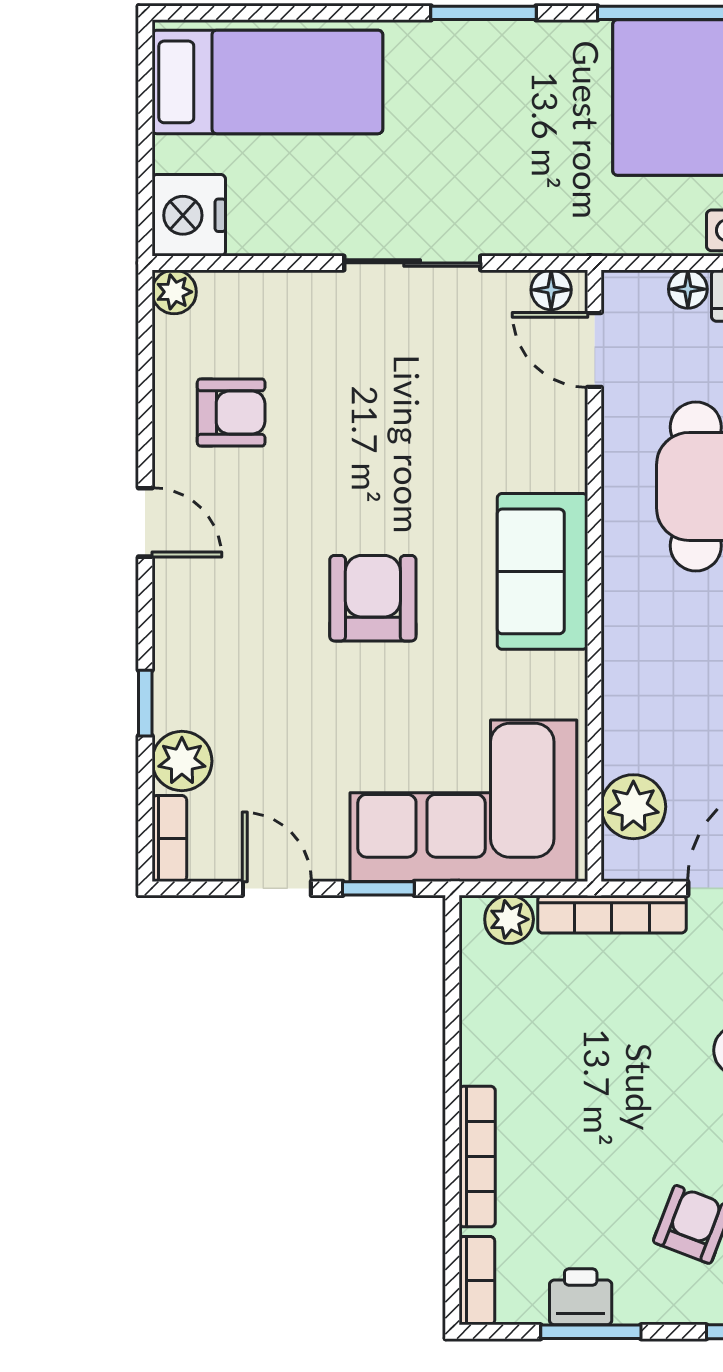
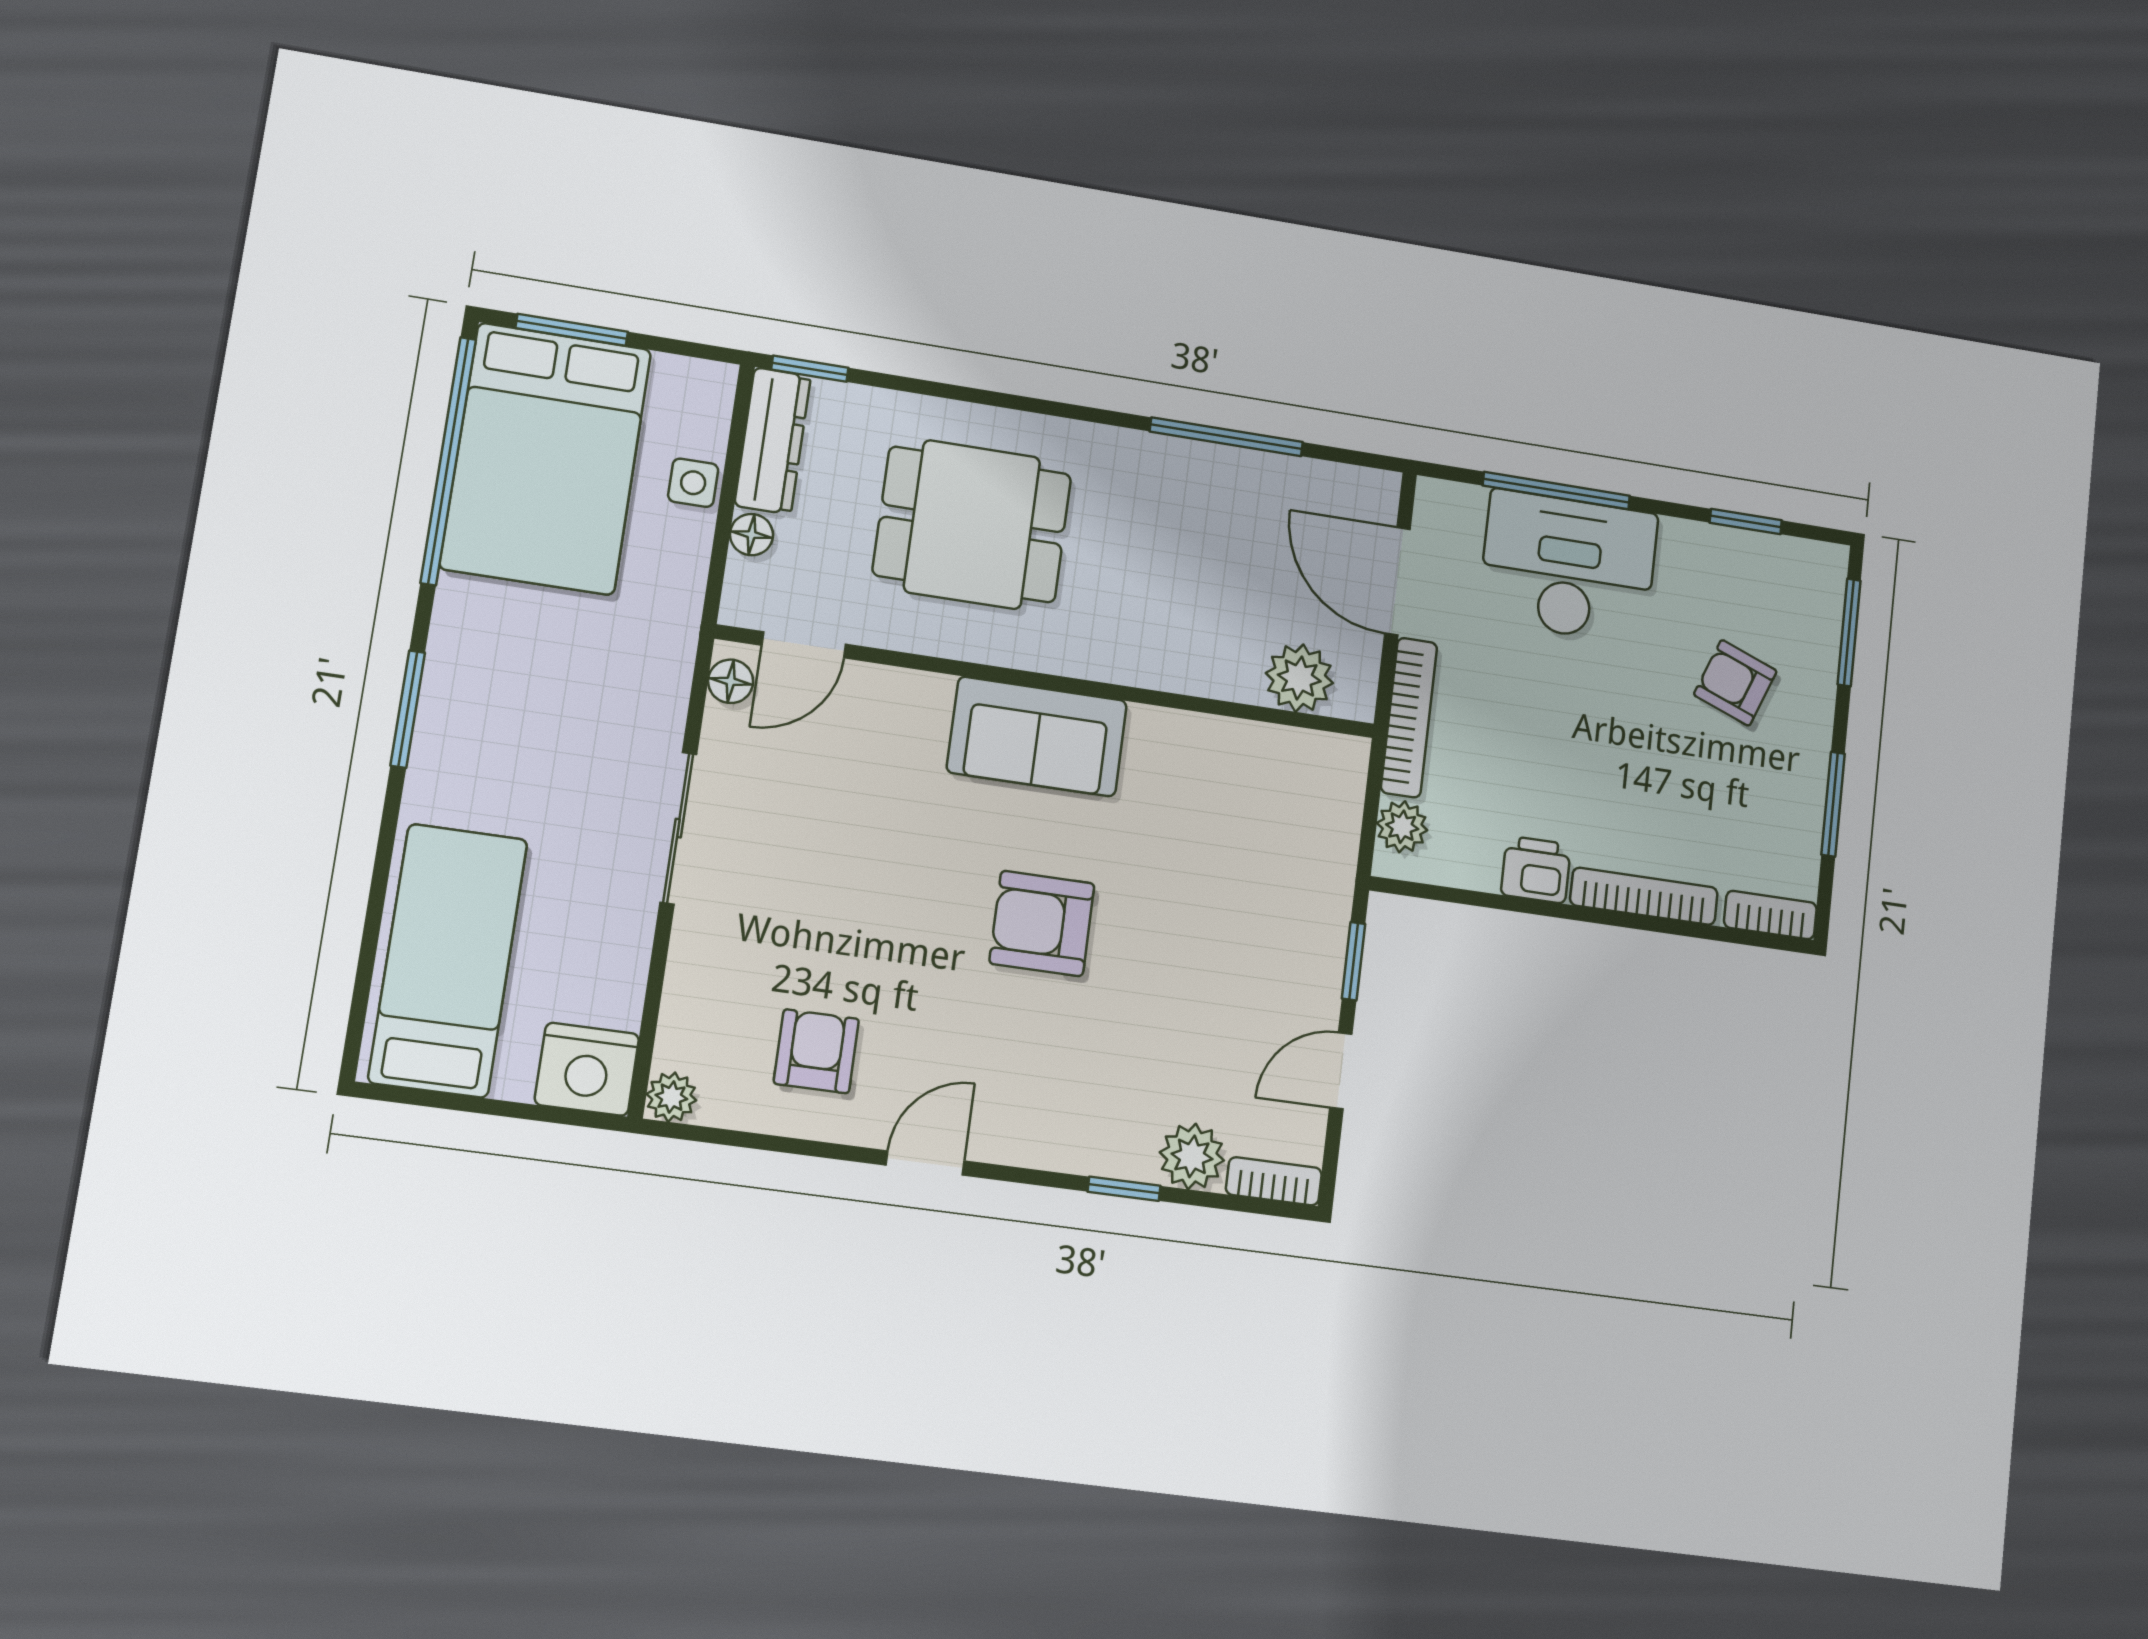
corner sofa: (463, 801) -> (1272, 857), removed
printer: (581, 1297) -> (1536, 870), moved, turned 90

